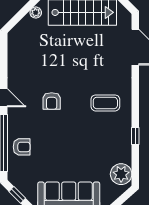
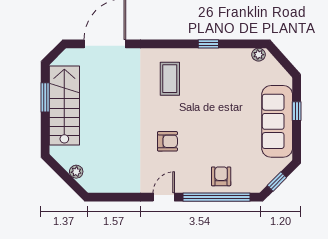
plant: (36, 13) -> (76, 172), moved
plant: (121, 174) -> (259, 55), width x0.53, depth x0.53

